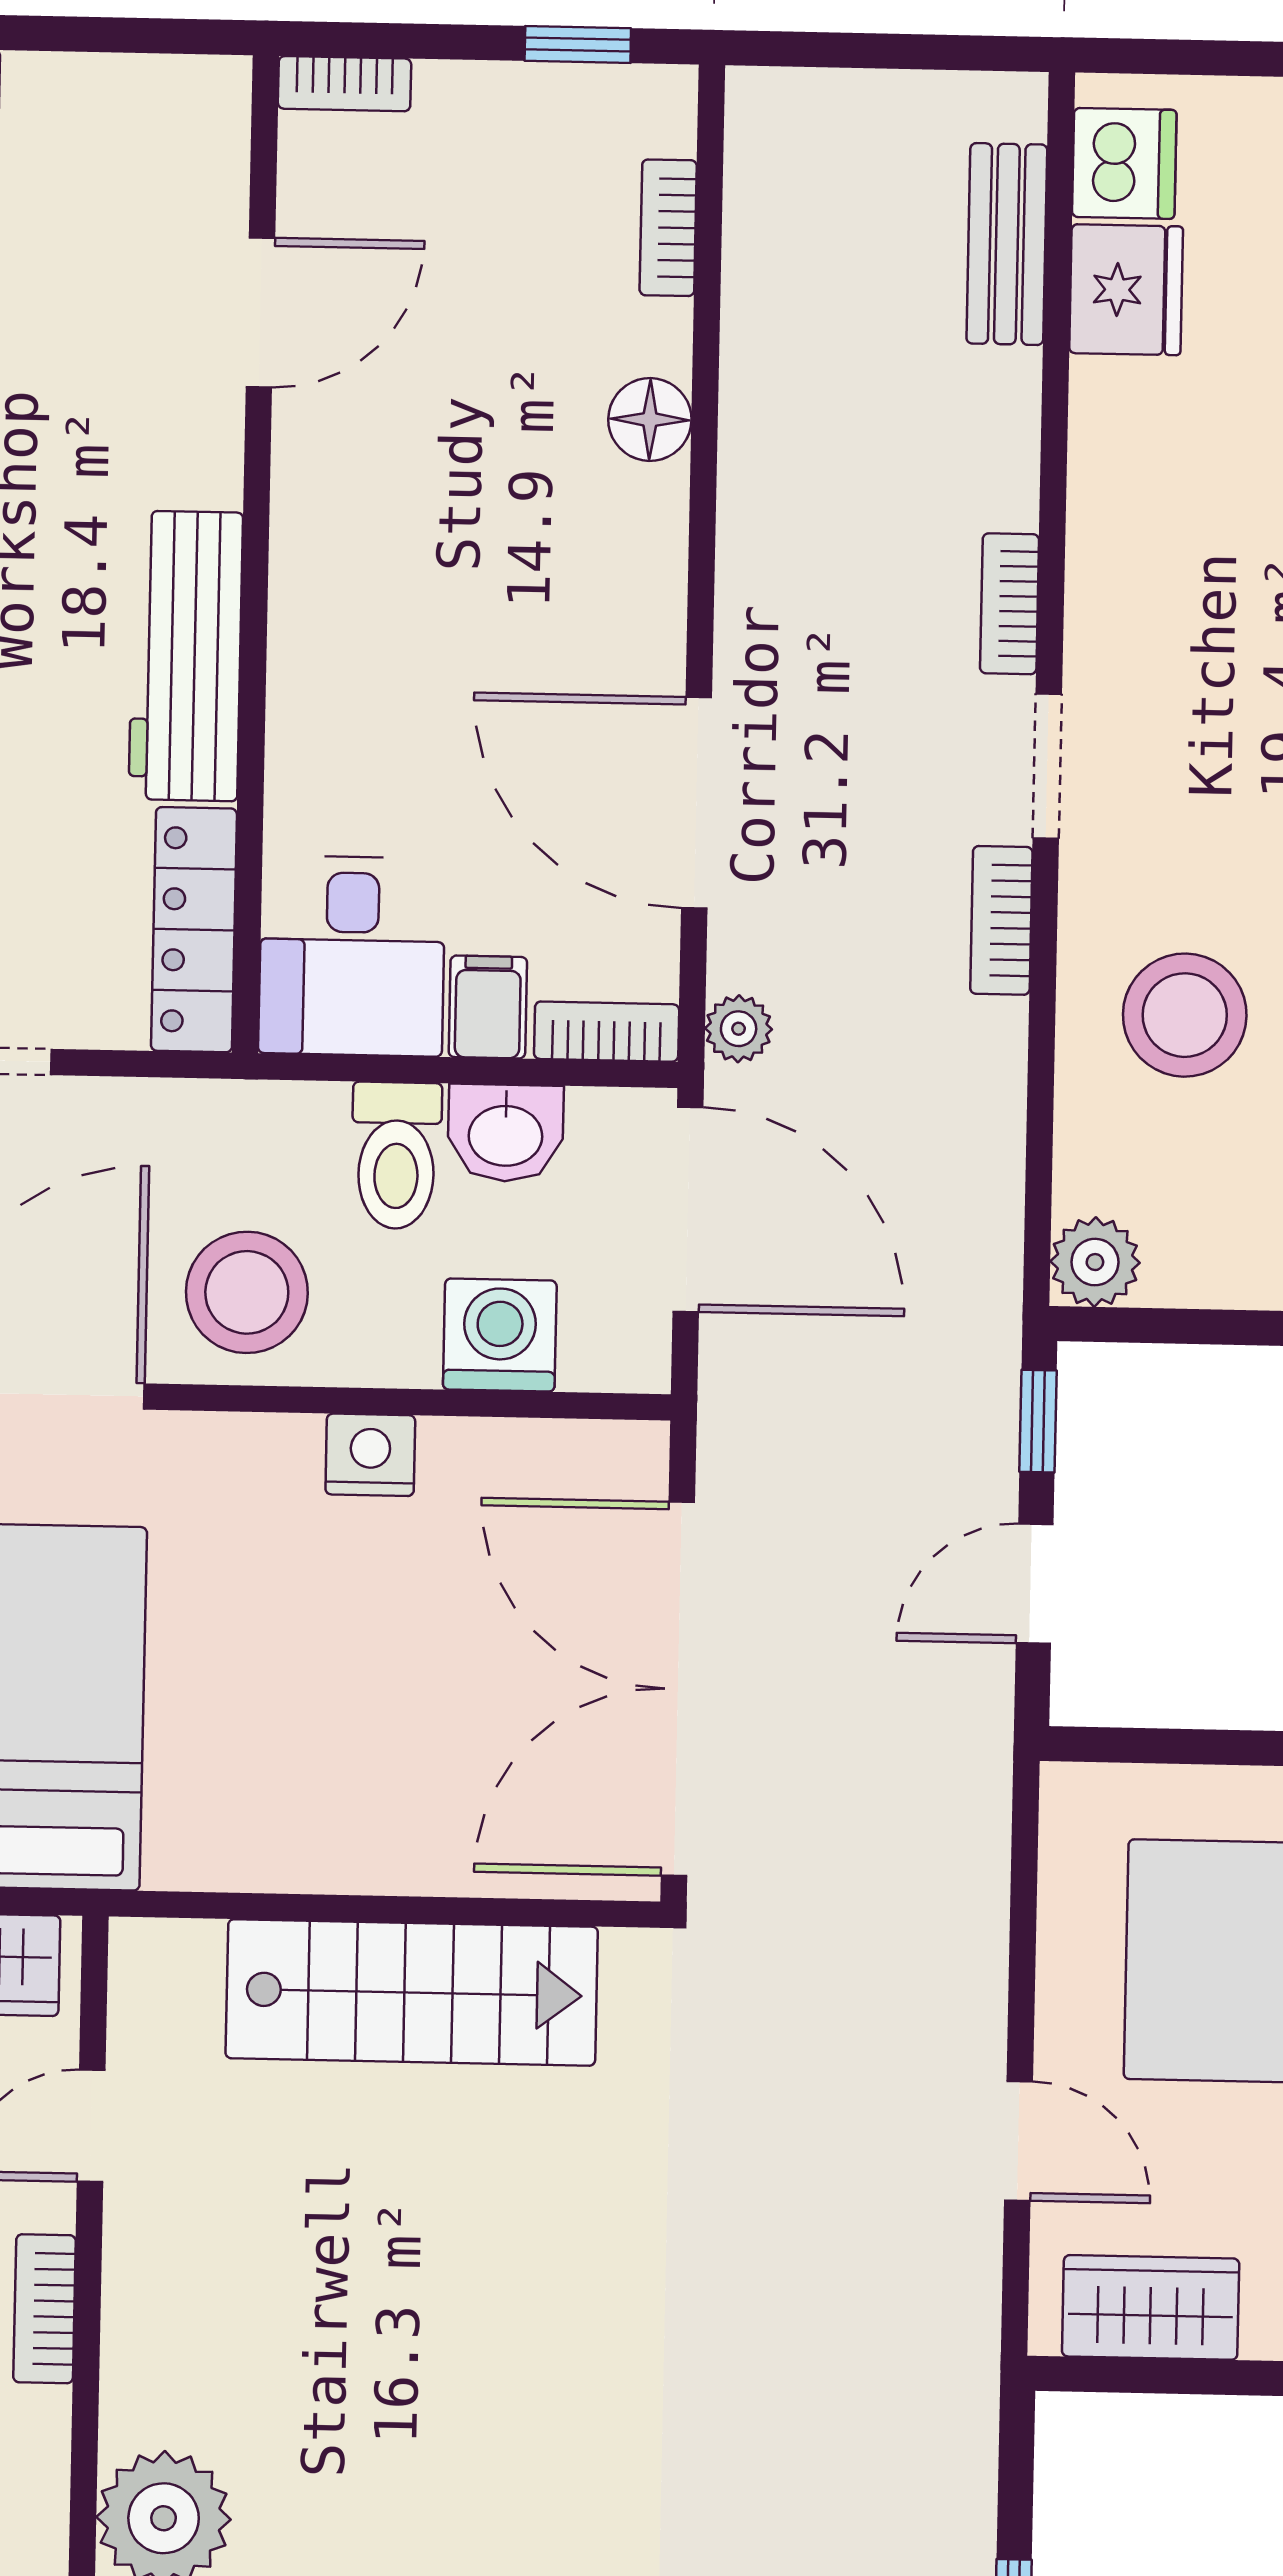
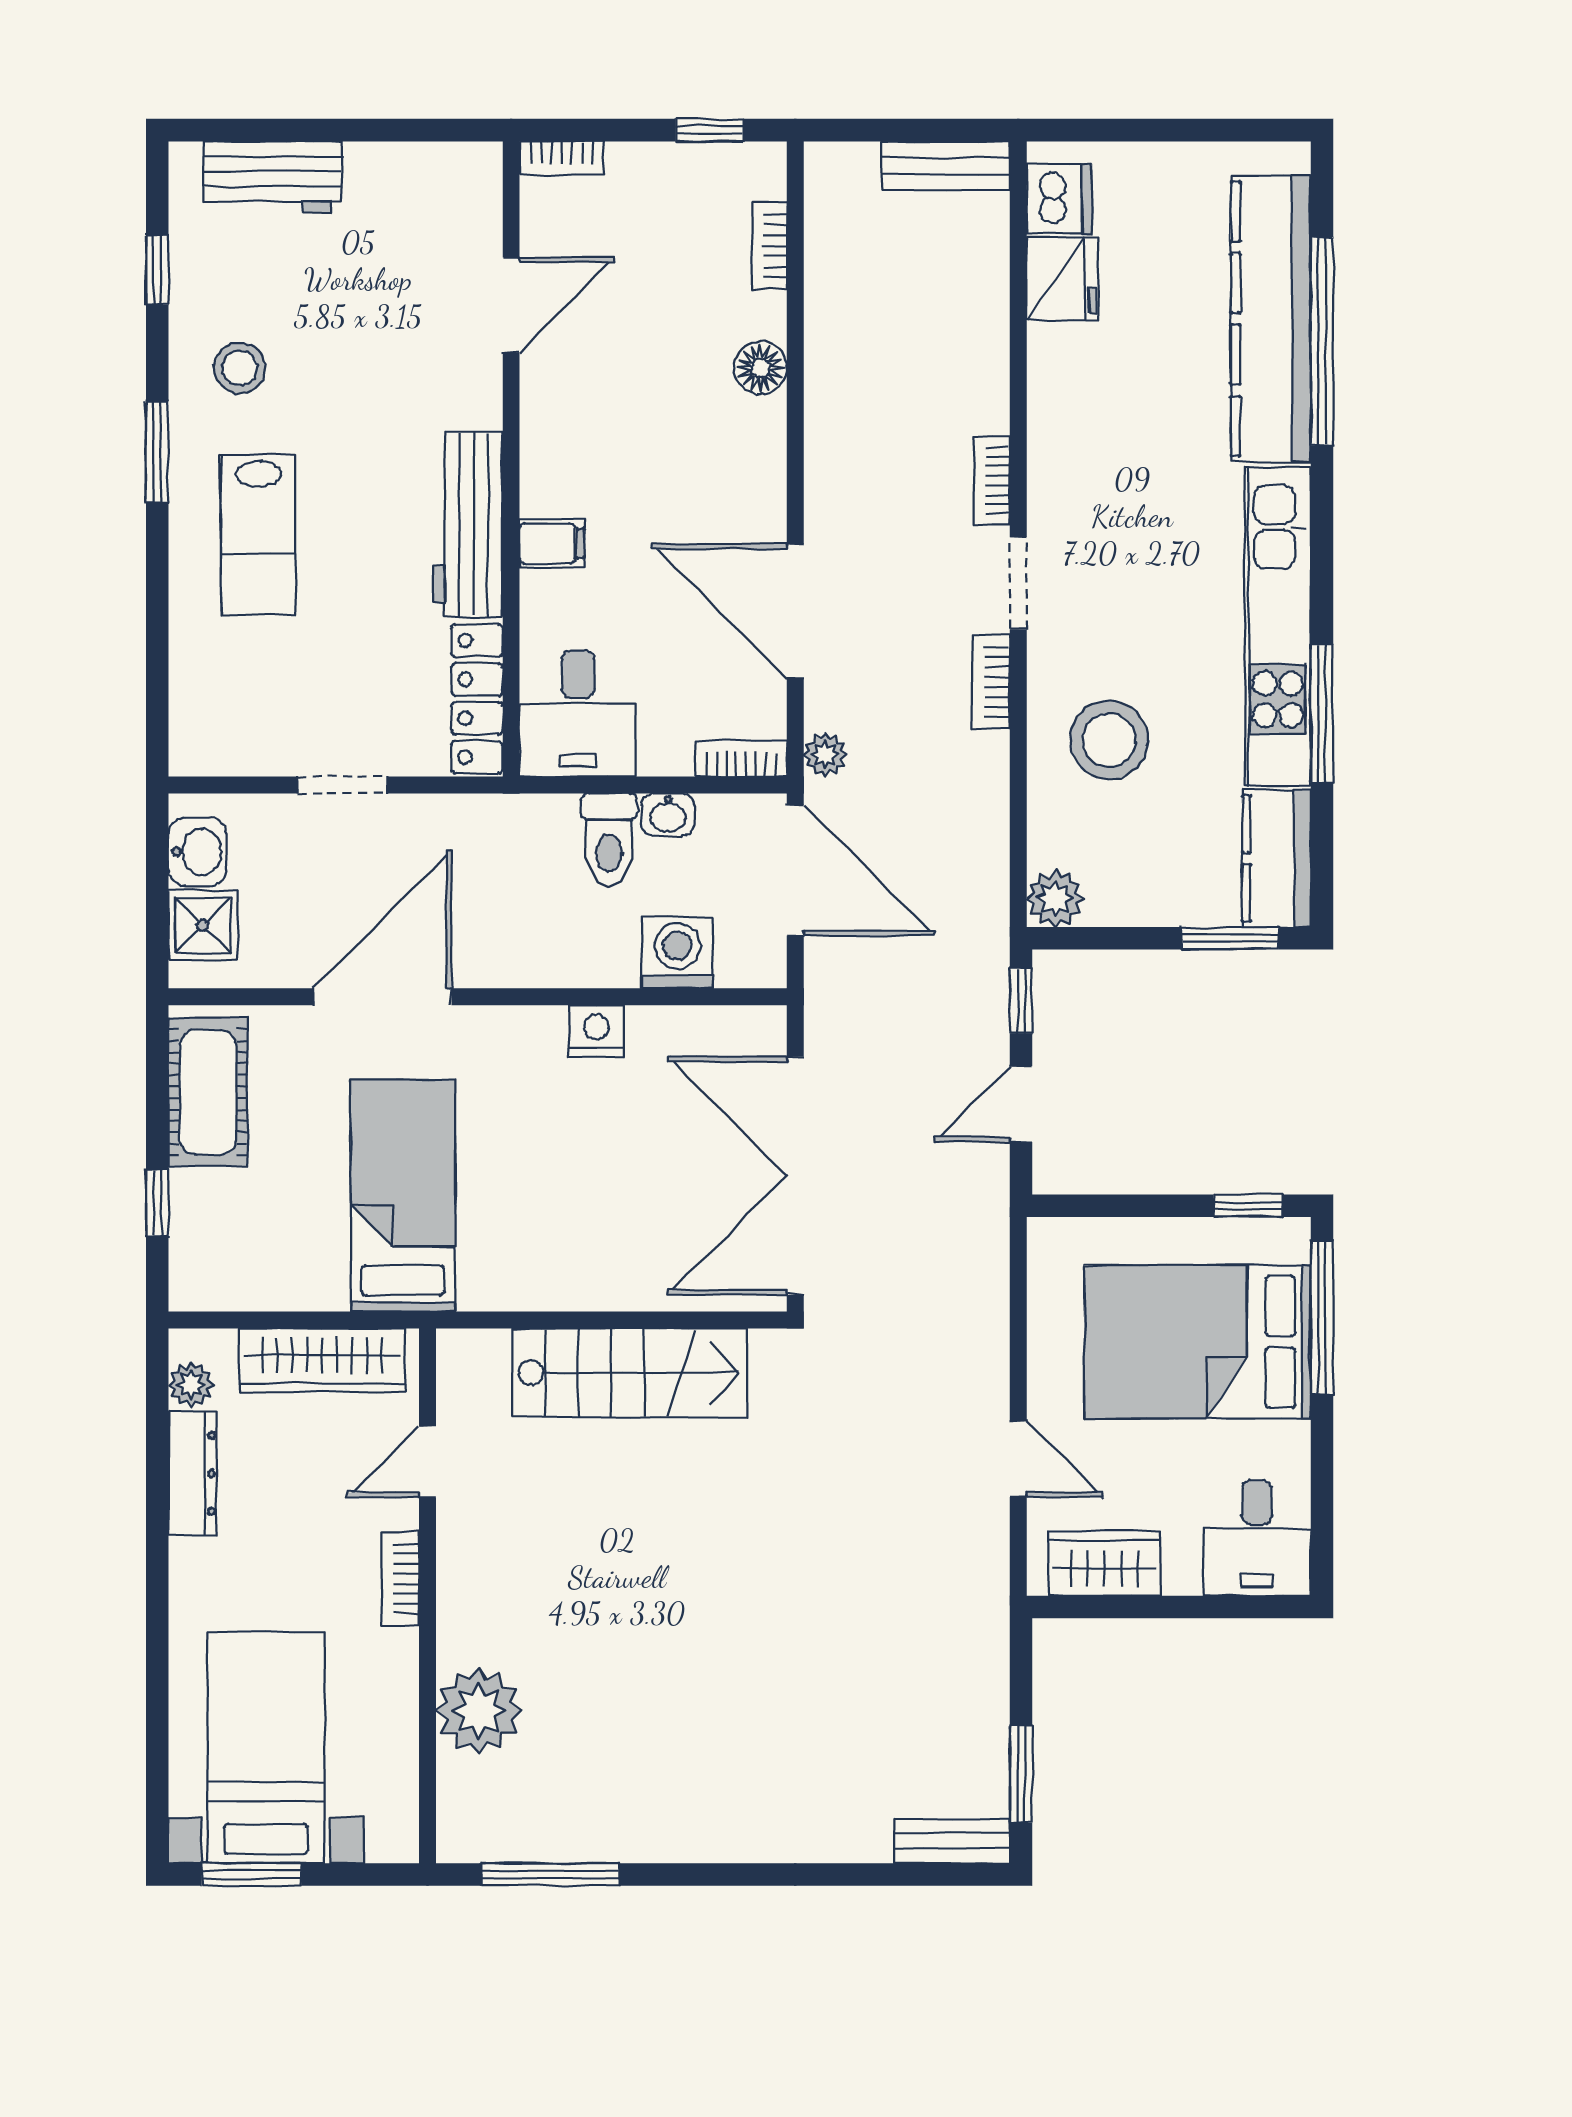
bench: (1007, 244) -> (946, 166), moved, turned 90
filing cabinet: (488, 1007) -> (552, 543), moved, turned 90
washbasin: (506, 1133) -> (668, 815), width x0.72, depth x0.69
stool: (247, 1292) -> (516, 929), removed

